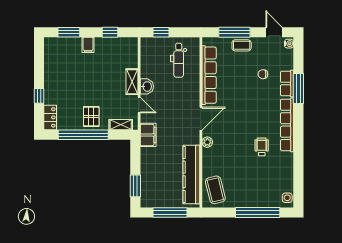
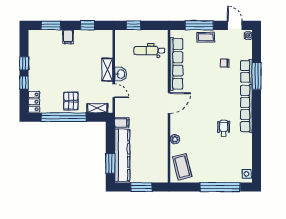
dental chair: (179, 60) -> (149, 51), turned 90
window: (39, 75) -> (24, 63), added
filing cabinet: (148, 135) -> (122, 123), width x0.50
plant: (207, 142) -> (175, 139), moved
kitchen counter: (191, 174) -> (122, 155), moved, turned 180
window: (170, 212) -> (141, 187), width x0.69

